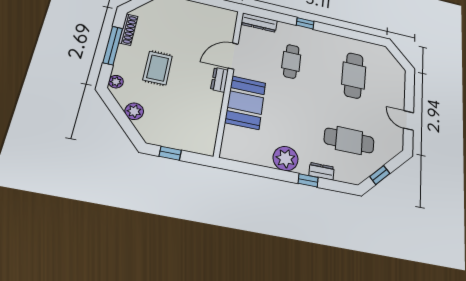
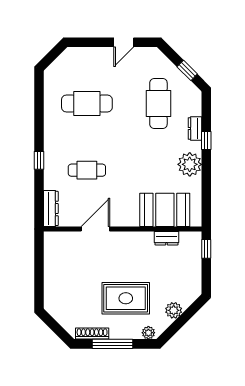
door: (233, 56) -> (95, 229), swing flipped
rug: (158, 68) -> (126, 298), width x1.36, depth x1.43
dresser: (220, 80) -> (167, 238), moved
booth: (245, 103) -> (165, 210), moved
window: (170, 153) -> (206, 249), moved

